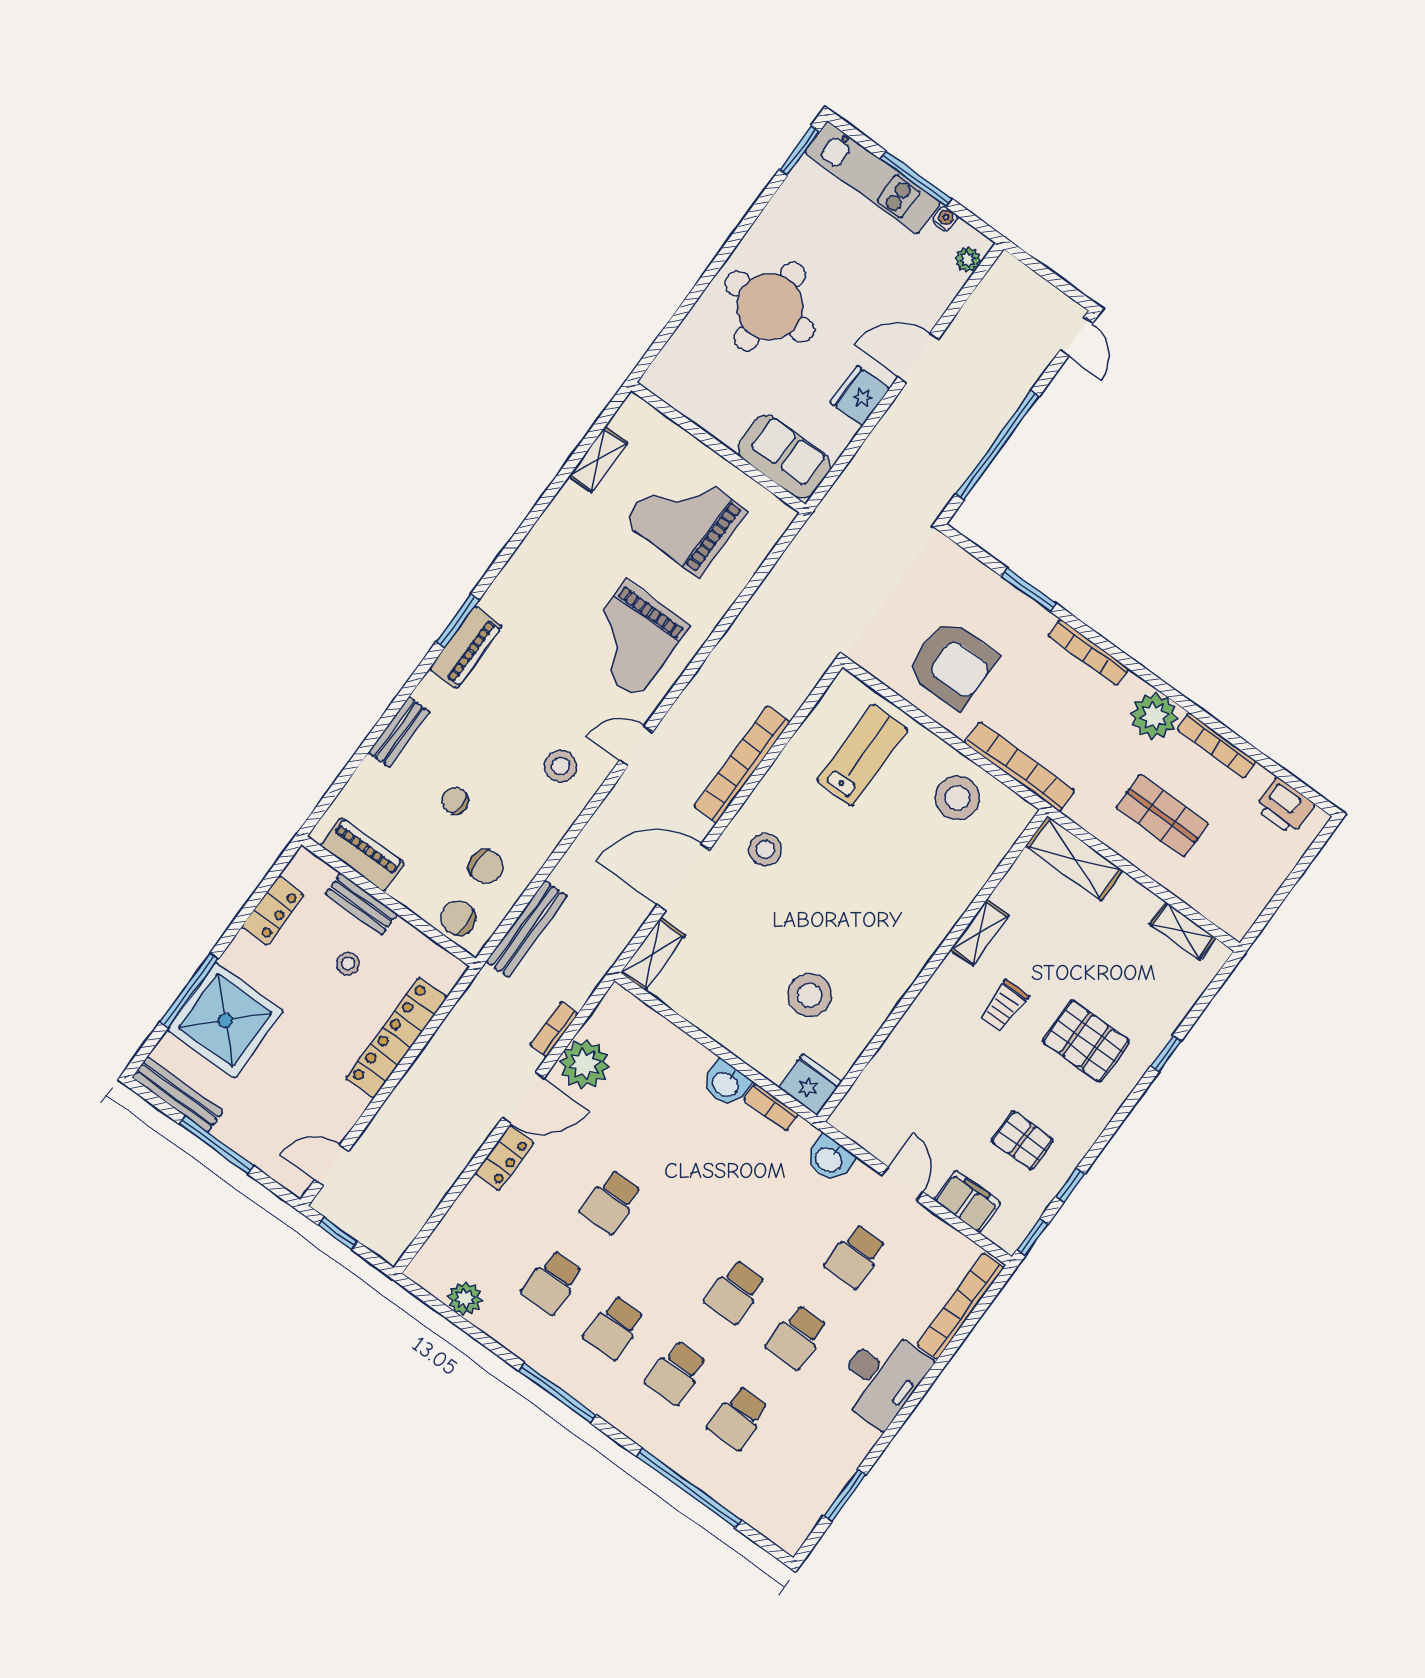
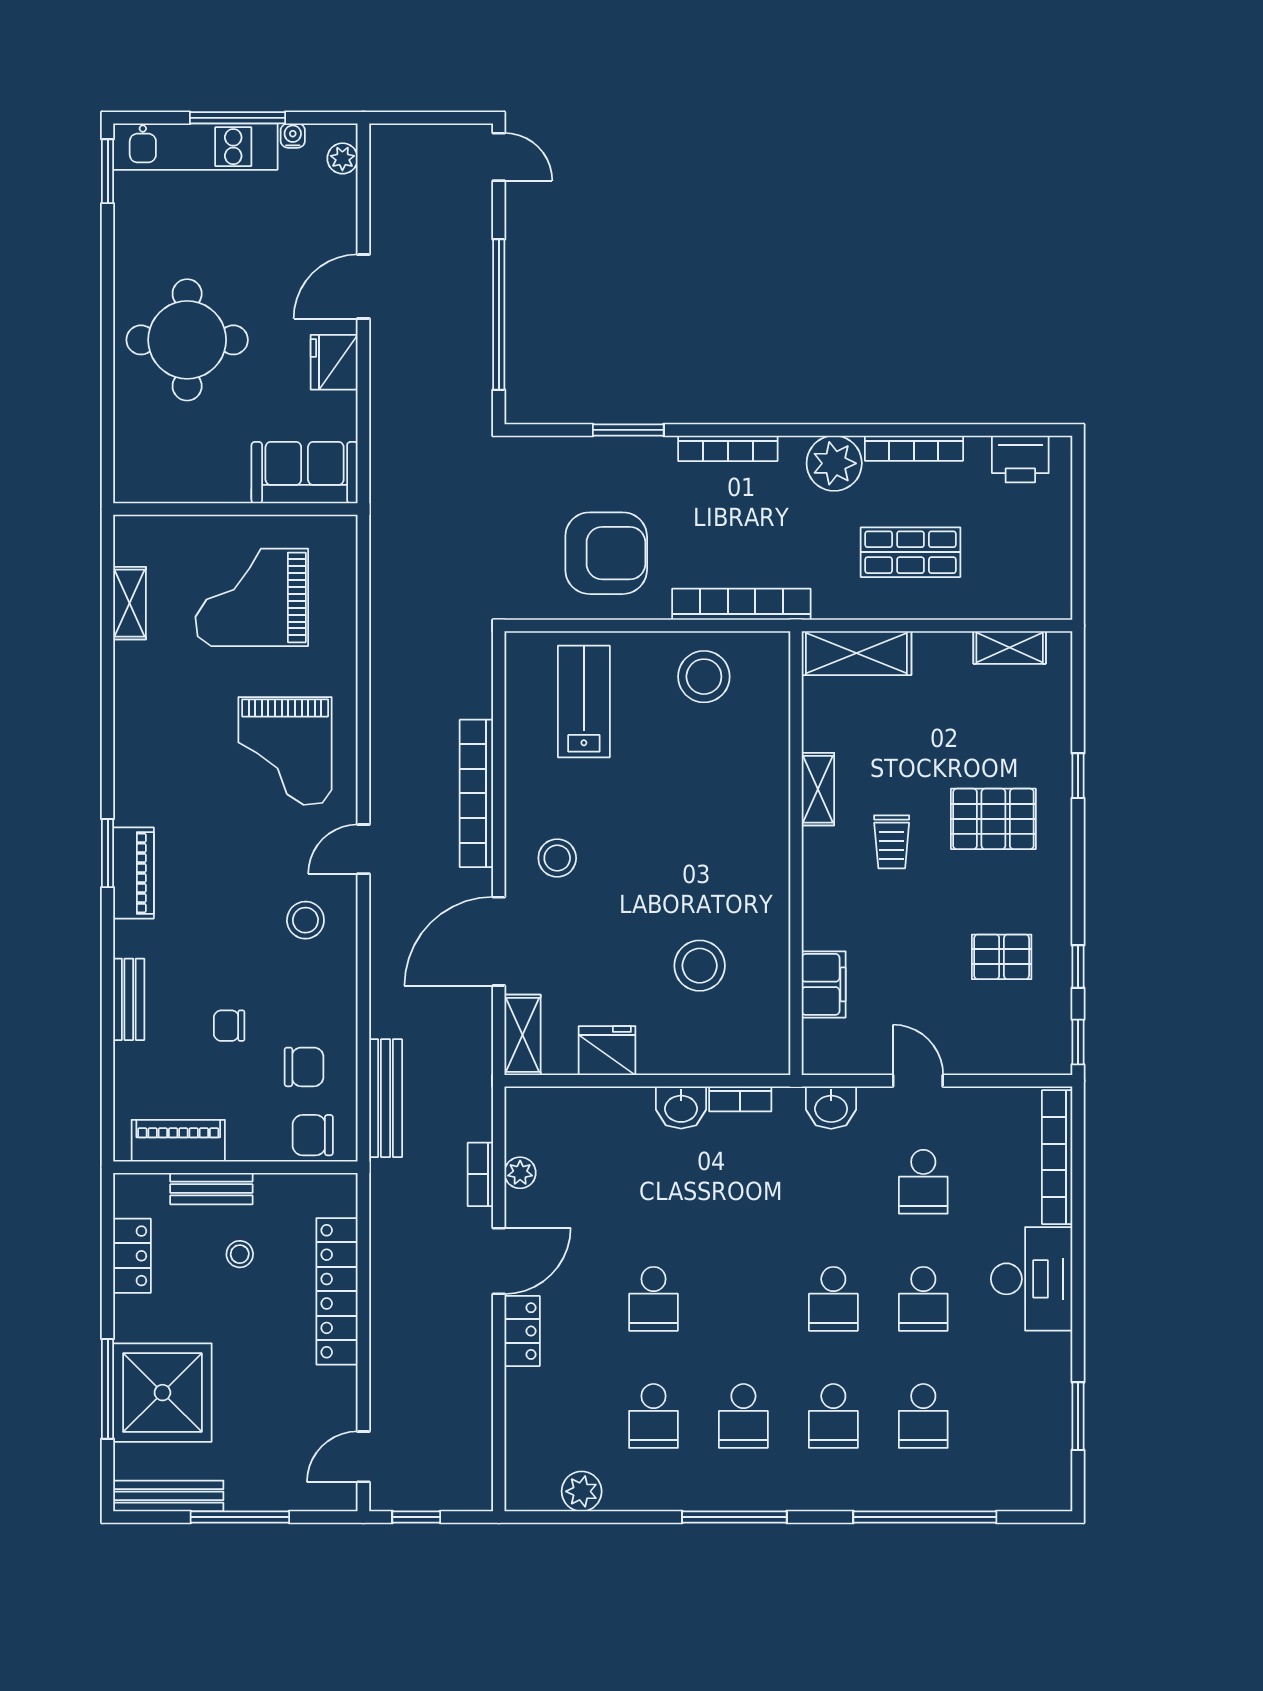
plant: (585, 1064) -> (520, 1173), width x0.53, depth x0.53
fridge: (810, 1085) -> (607, 1051), moved
filing cabinet: (967, 1202) -> (824, 984), moved, turned 90

